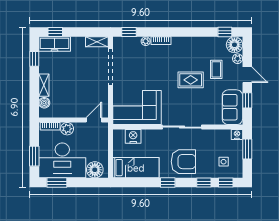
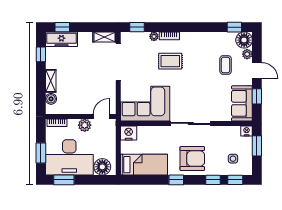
rug: (191, 80) -> (170, 61), moved
plant: (67, 129) -> (85, 125), moved
nightstand: (133, 136) -> (129, 133), moved

